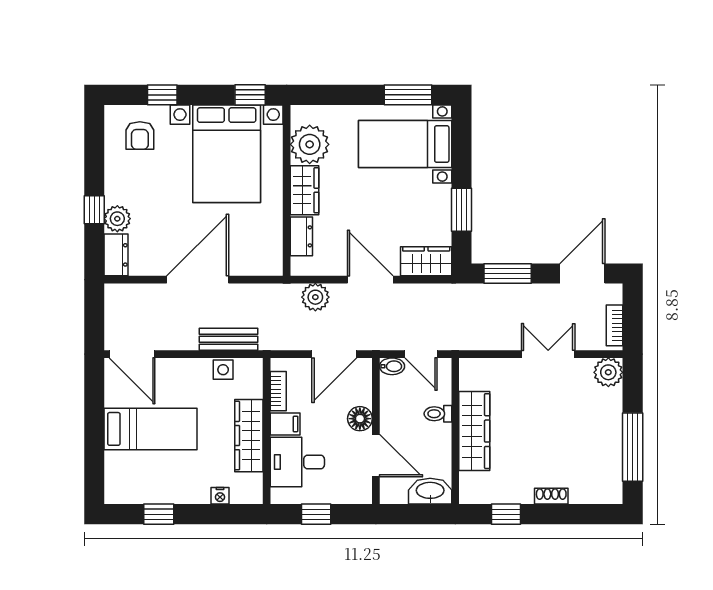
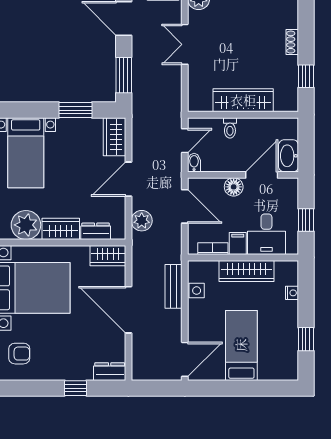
plant: (117, 219) -> (82, 371), removed
wardrobe: (269, 253) -> (108, 256), added
washbasin: (430, 491) -> (289, 156), moved

